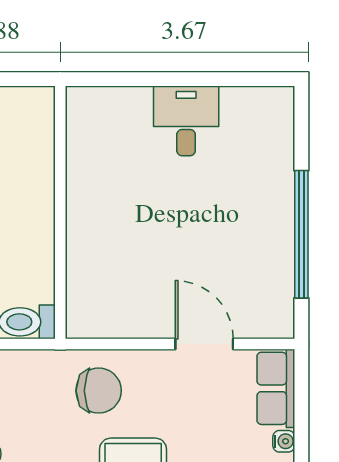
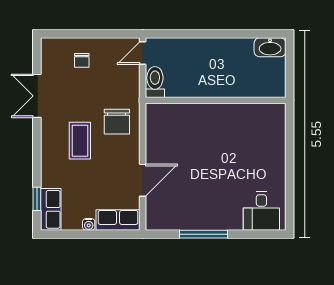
desk: (186, 121) -> (261, 211), moved, turned 90
window: (301, 234) -> (204, 234), width x0.68

